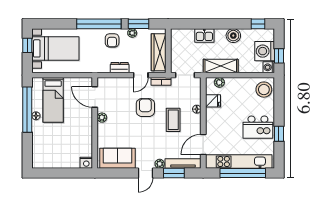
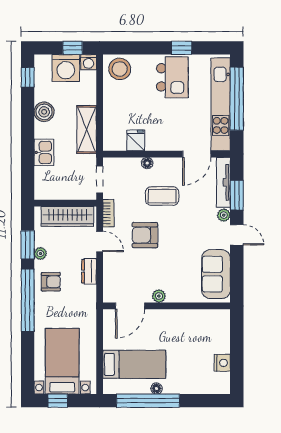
plant: (219, 82) -> (110, 131), removed
door: (203, 145) -> (197, 154), hinge flipped
nightstand: (86, 163) -> (222, 363), moved

